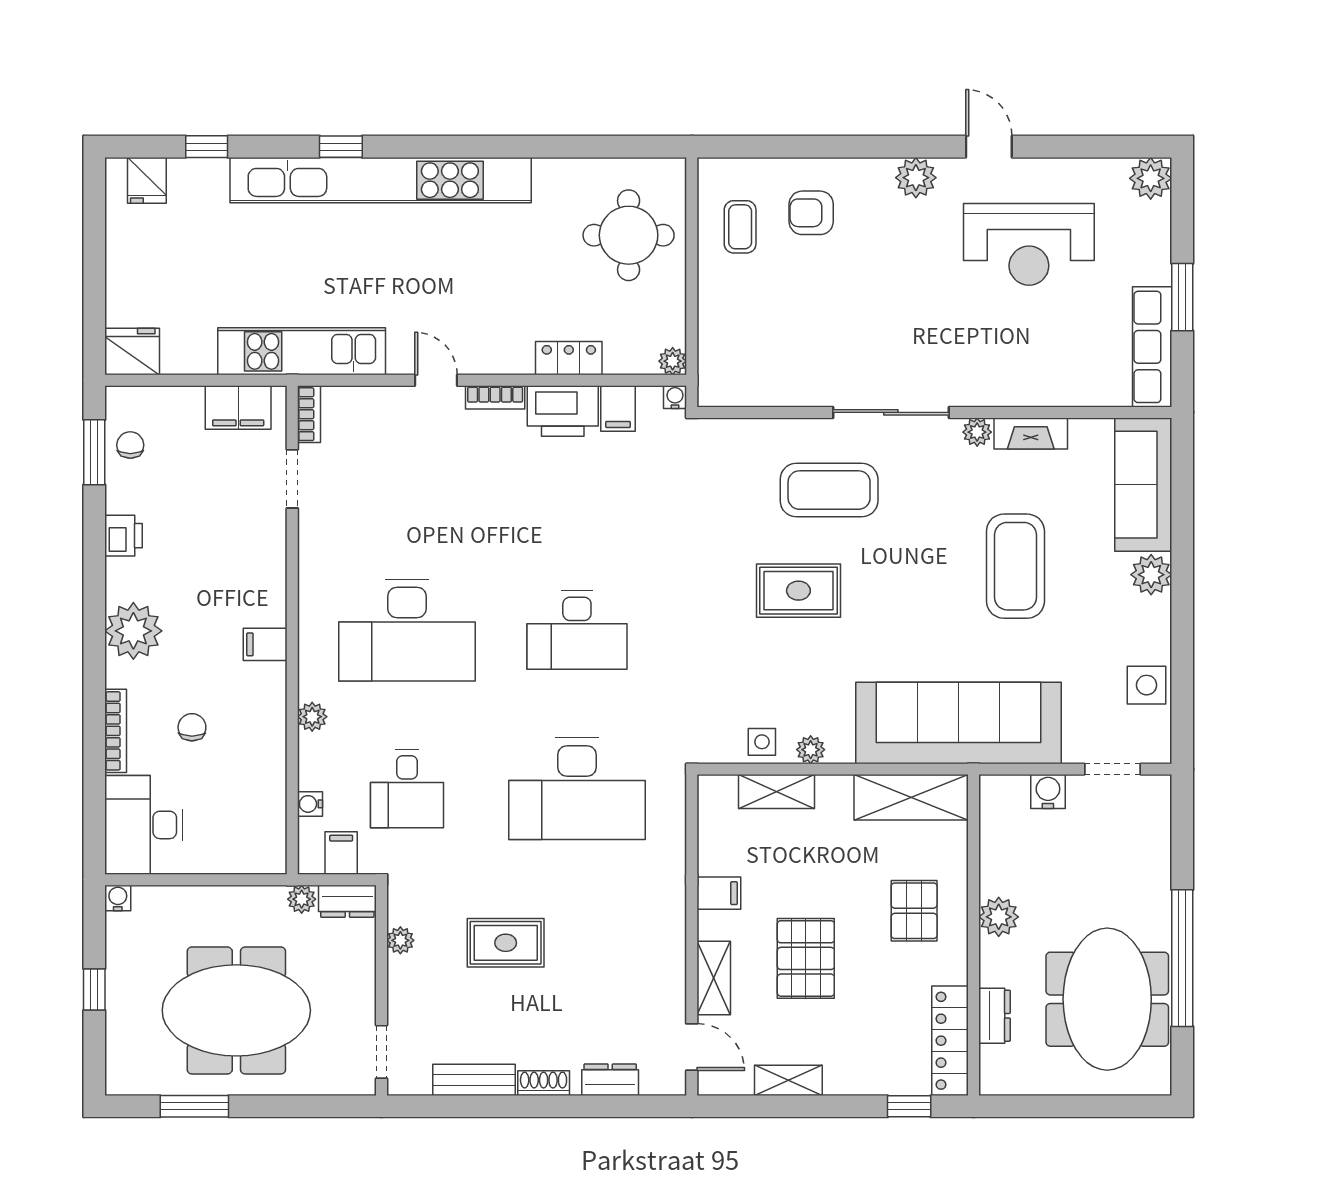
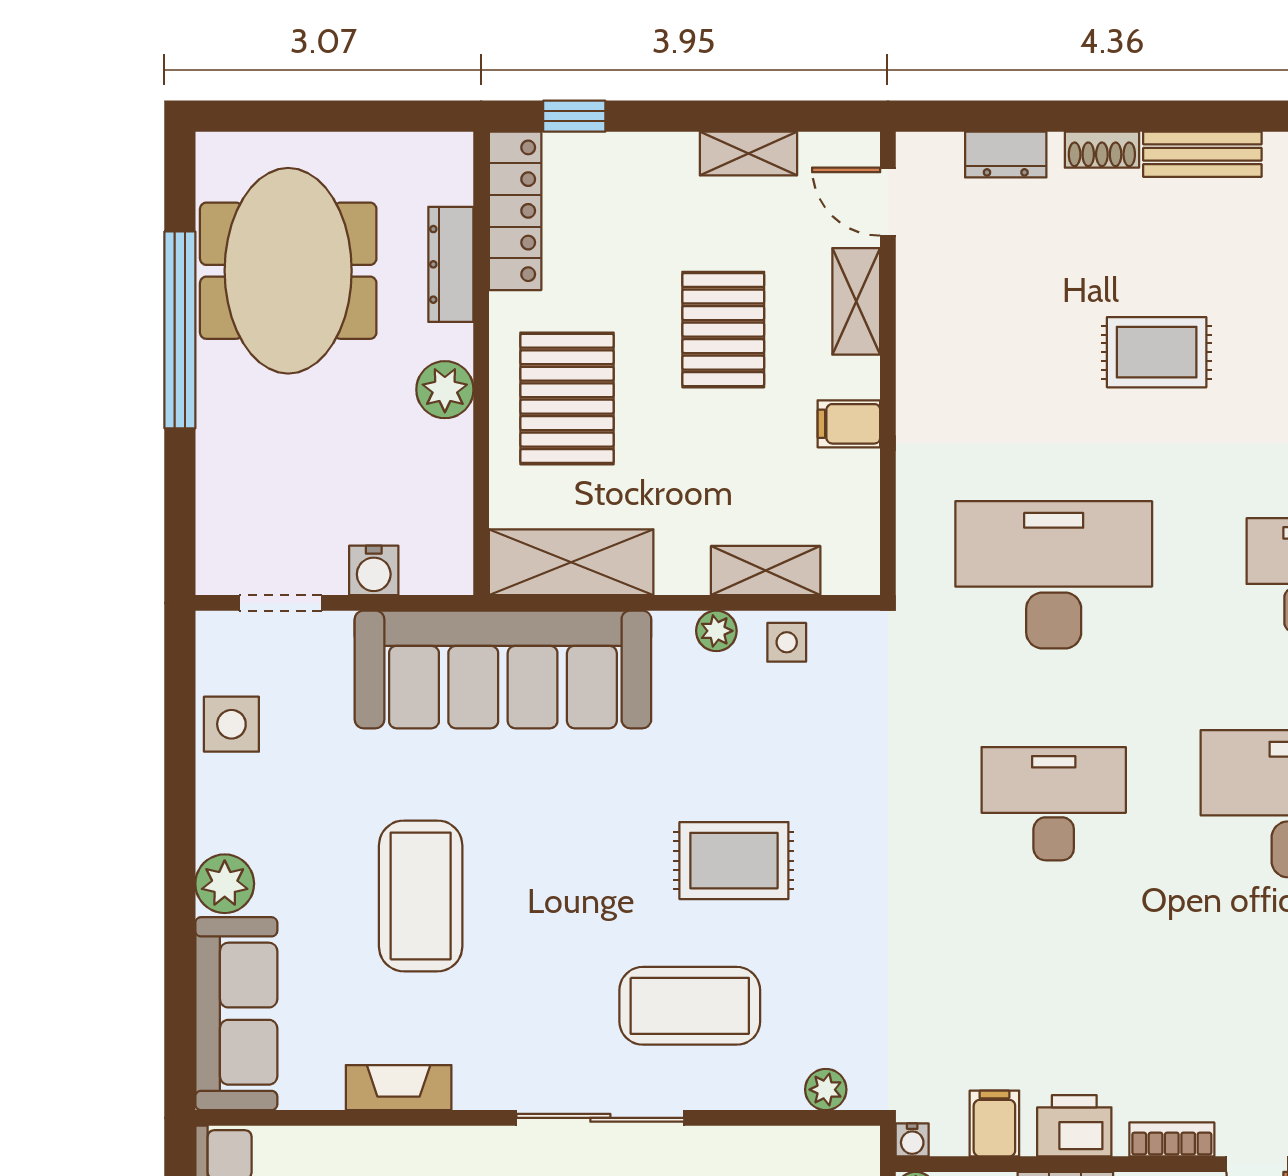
printer: (563, 411) -> (1074, 1126), width x0.73, depth x0.84
plant: (977, 432) -> (826, 1090), moved
pallet: (914, 911) -> (567, 398), width x1.50, depth x1.42
dresser: (995, 1016) -> (451, 264), width x1.44

